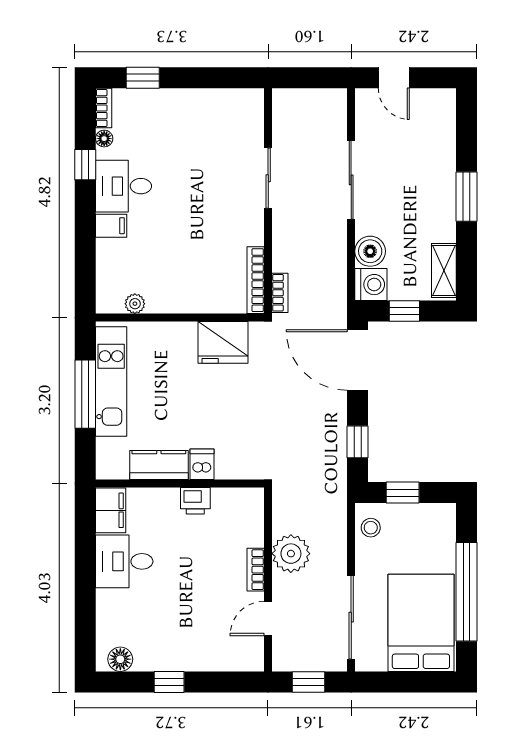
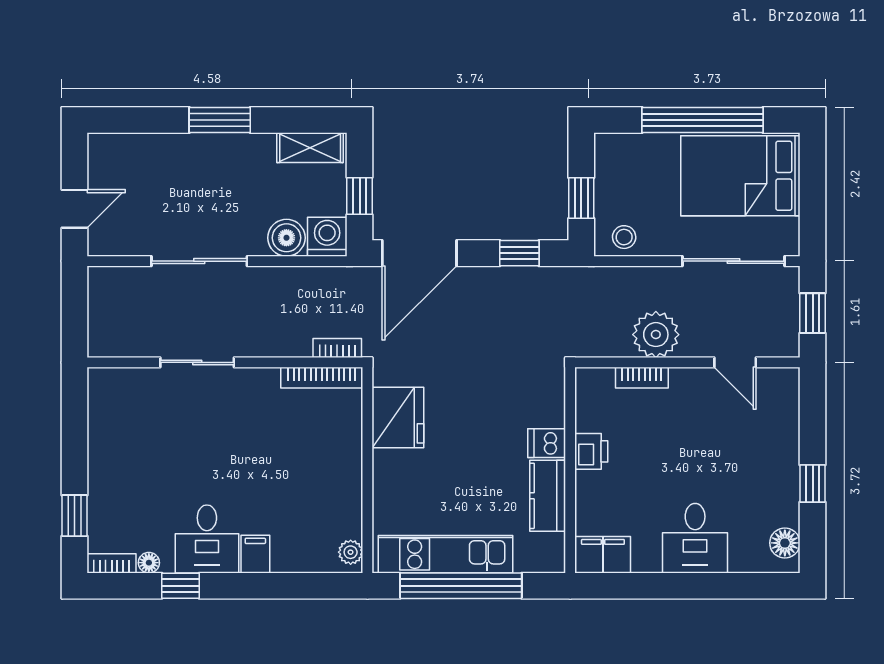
plant: (135, 304) -> (351, 552), moved
window: (85, 394) -> (461, 586), width x1.46
desk: (124, 561) -> (695, 538), moved
bookcase: (256, 570) -> (642, 378), moved

